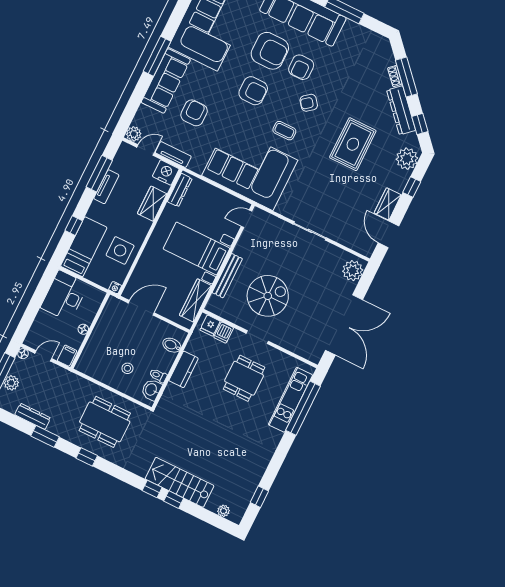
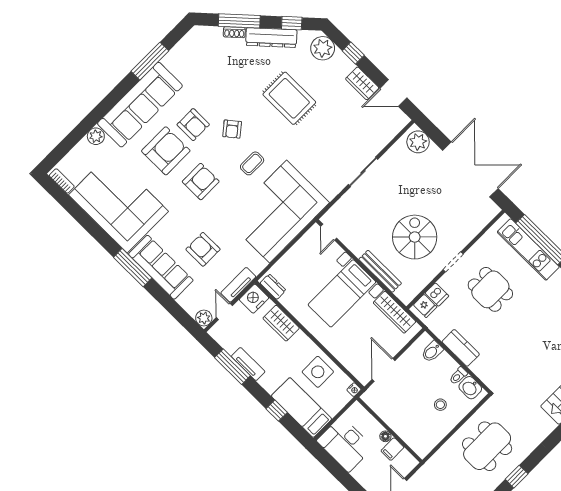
dresser: (180, 190) -> (273, 287), width x0.70
filing cabinet: (67, 356) -> (392, 449), moved, turned -90

